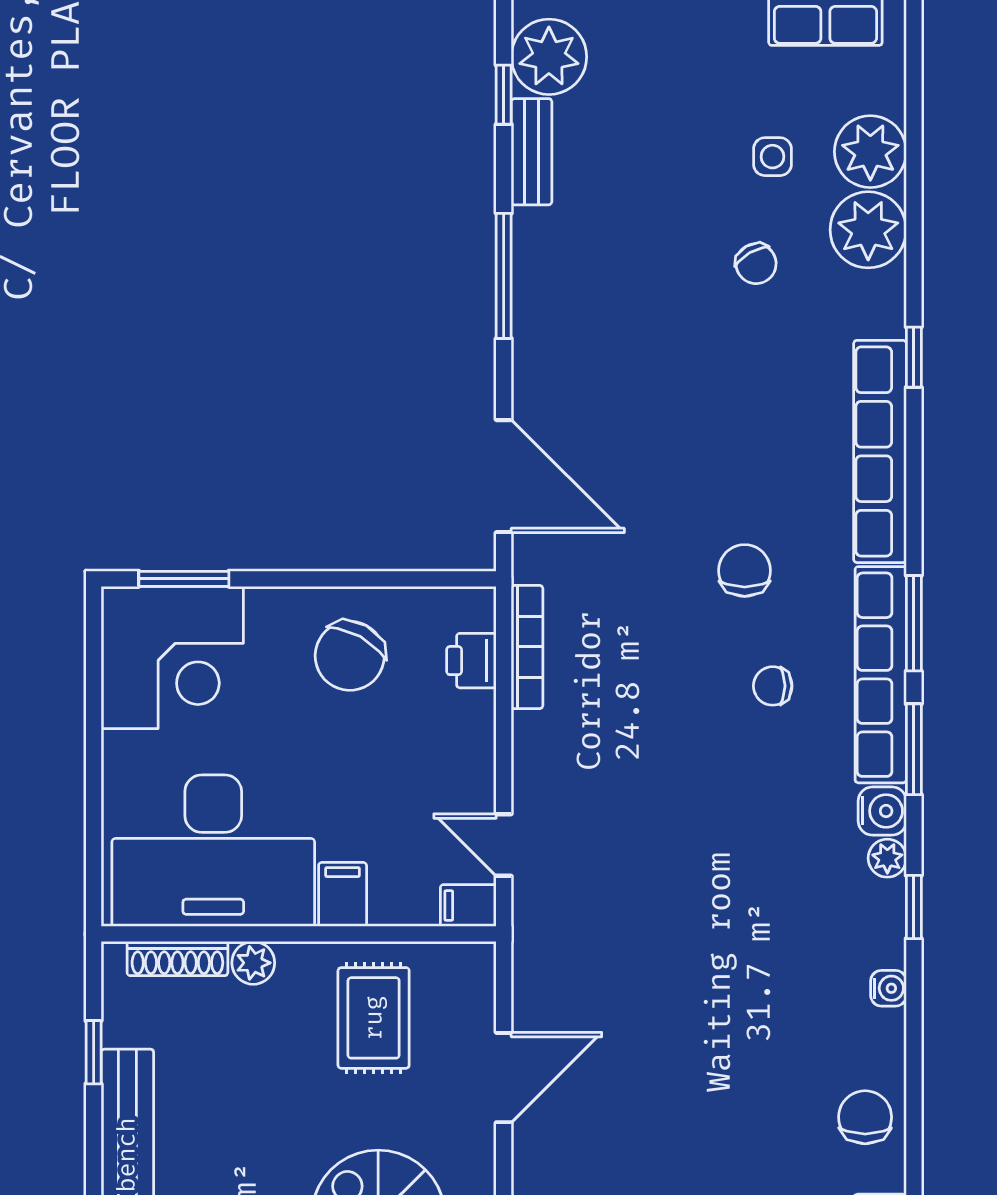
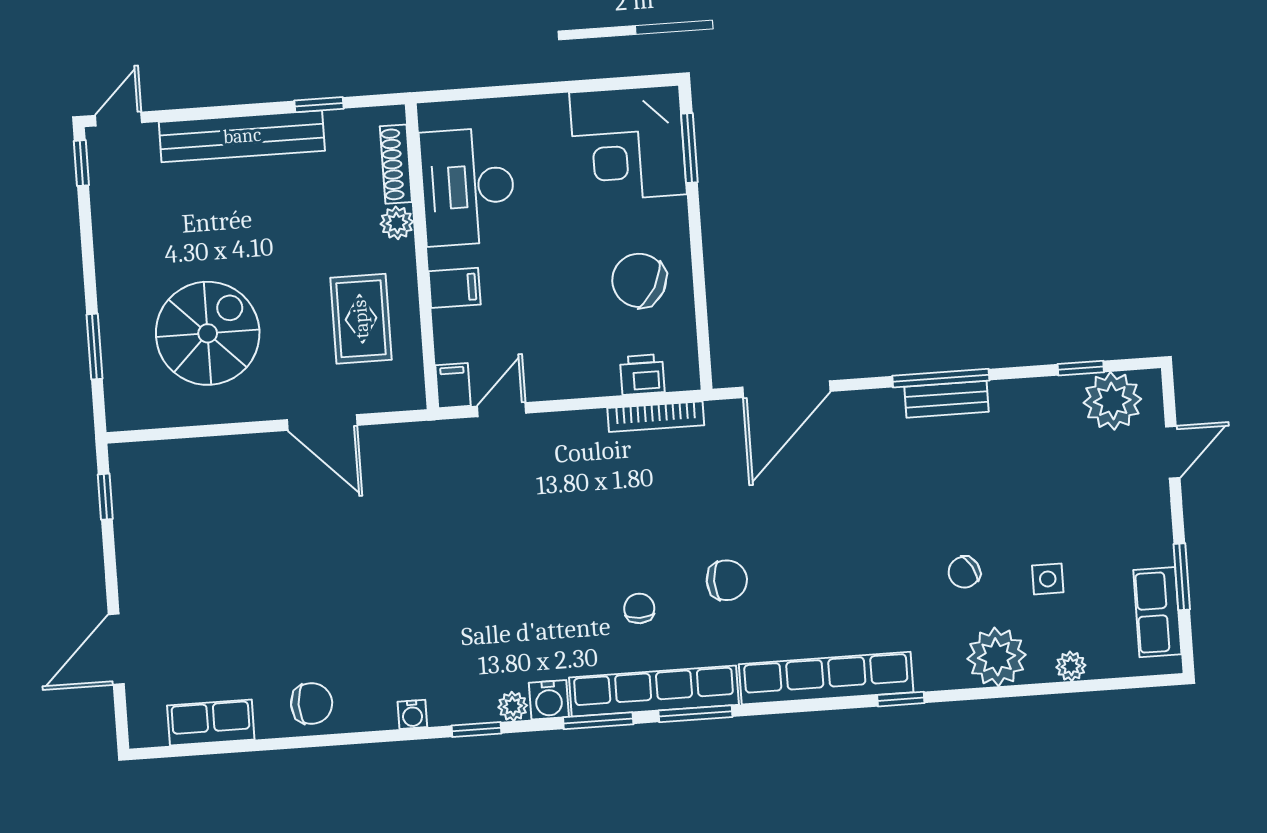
bench: (532, 152) -> (947, 399), moved
plant: (870, 152) -> (1071, 666), width x0.53, depth x0.53
desk: (213, 851) -> (468, 187), width x0.73, depth x0.77
rug: (374, 1018) -> (361, 319), turned 90

